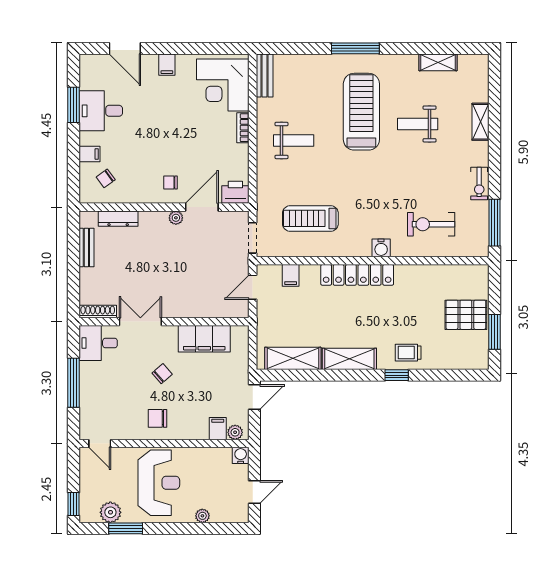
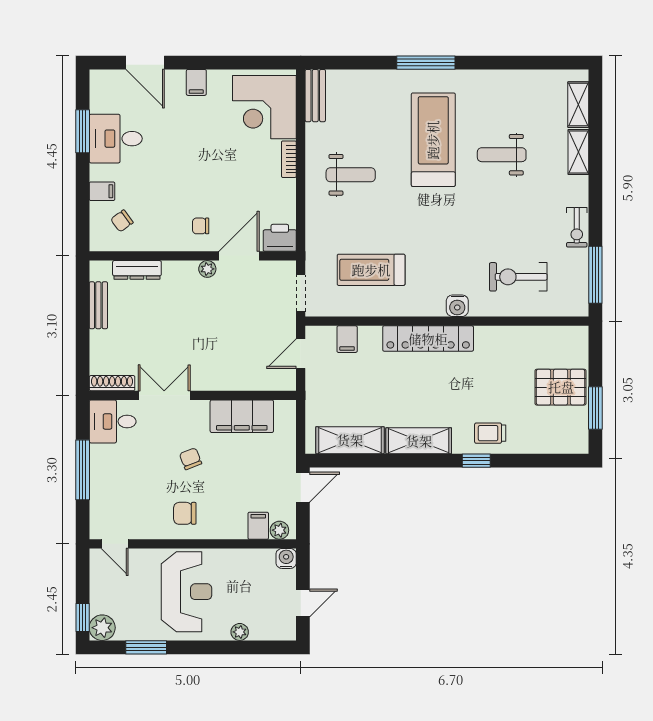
shelving: (438, 62) -> (578, 105), moved, turned 90
chair: (162, 374) -> (191, 459), turned -70
plant: (110, 512) -> (102, 628), moved

